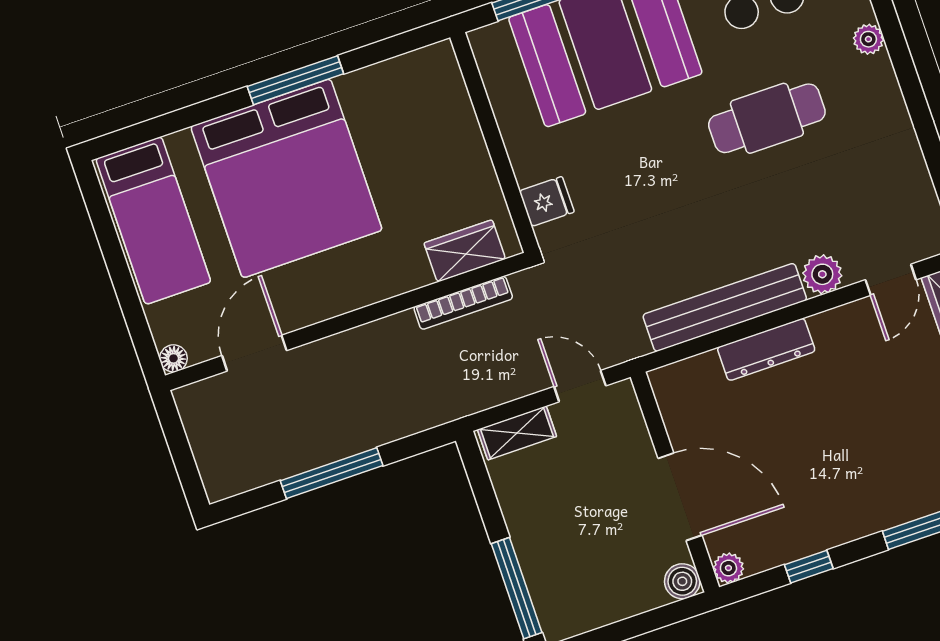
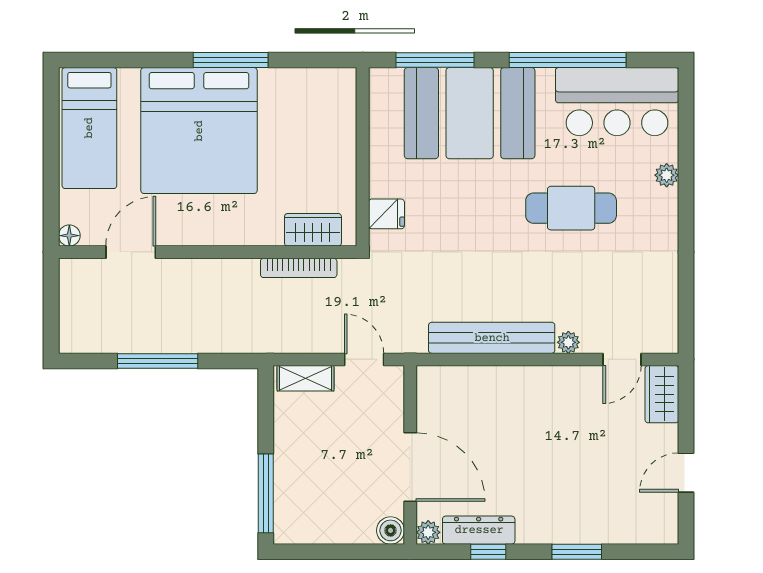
plant: (822, 274) -> (568, 342), width x0.73, depth x0.73
dresser: (766, 349) -> (479, 530), moved, turned 180

